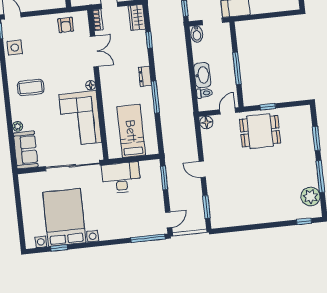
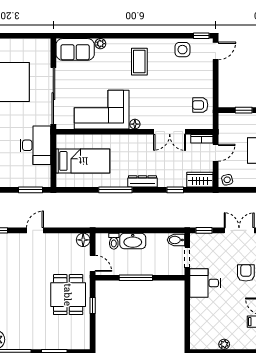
dresser: (145, 76) -> (142, 181), width x1.44

